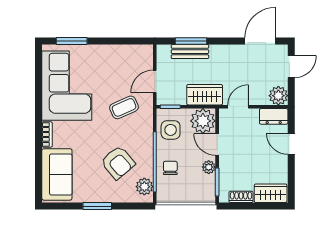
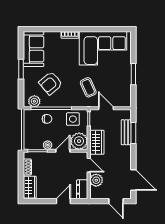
window: (72, 41) -> (133, 74), moved
plant: (278, 96) -> (96, 180), moved
sofa: (57, 174) -> (33, 49), moved, turned -90

